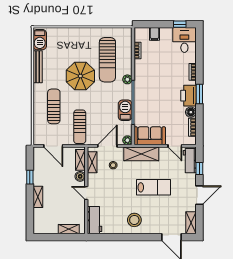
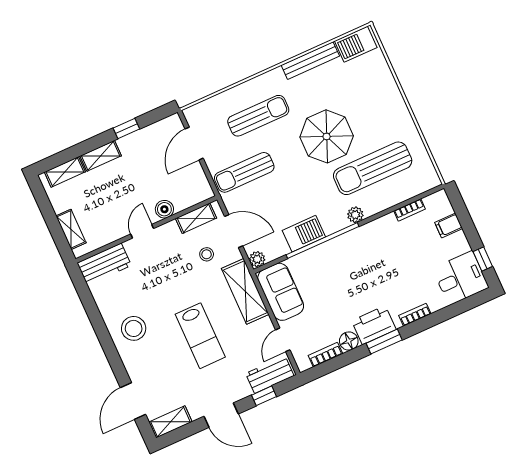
shelving: (80, 160) -> (65, 172), moved

